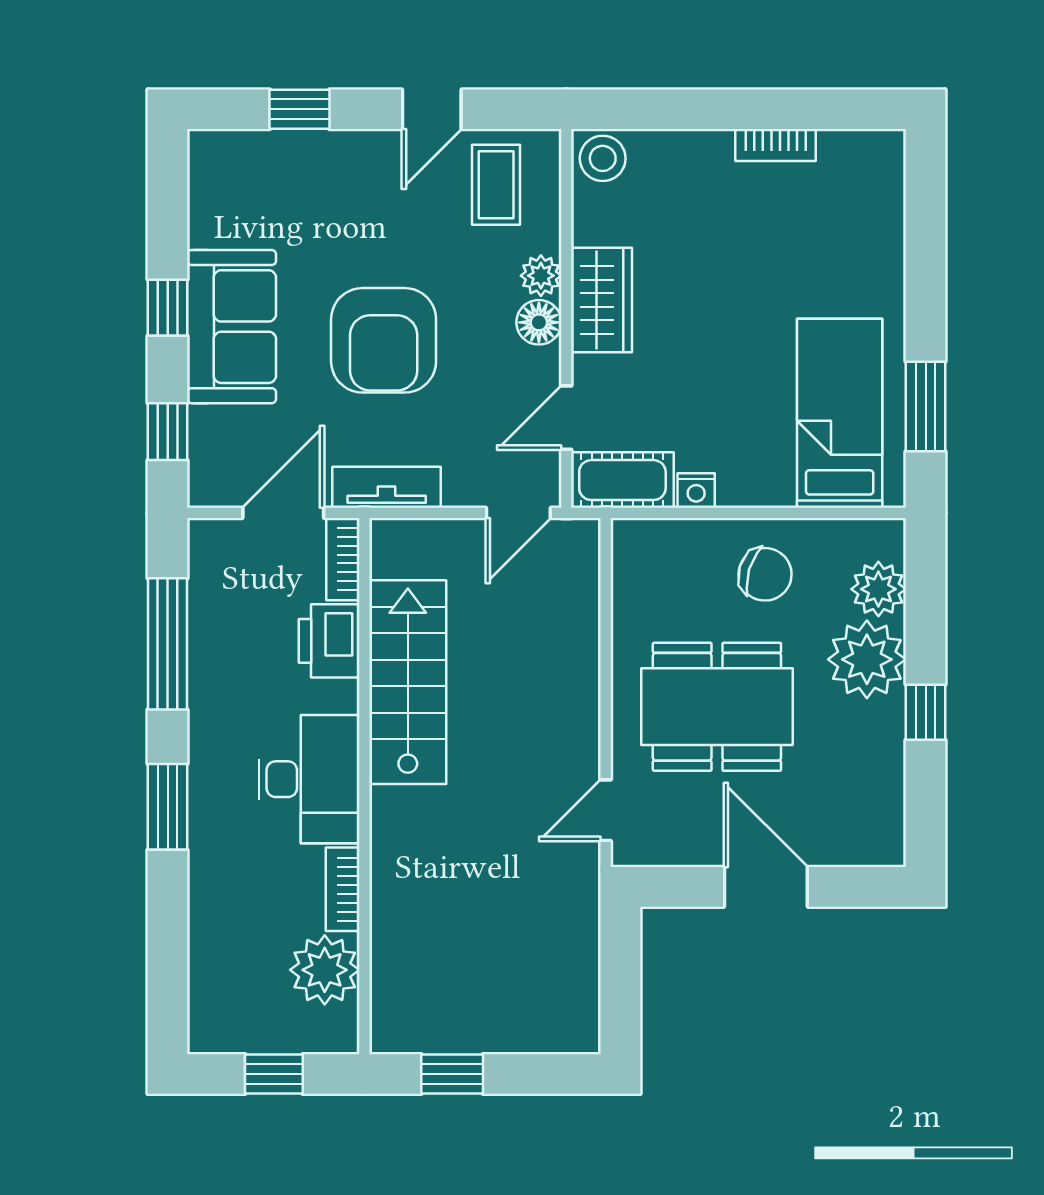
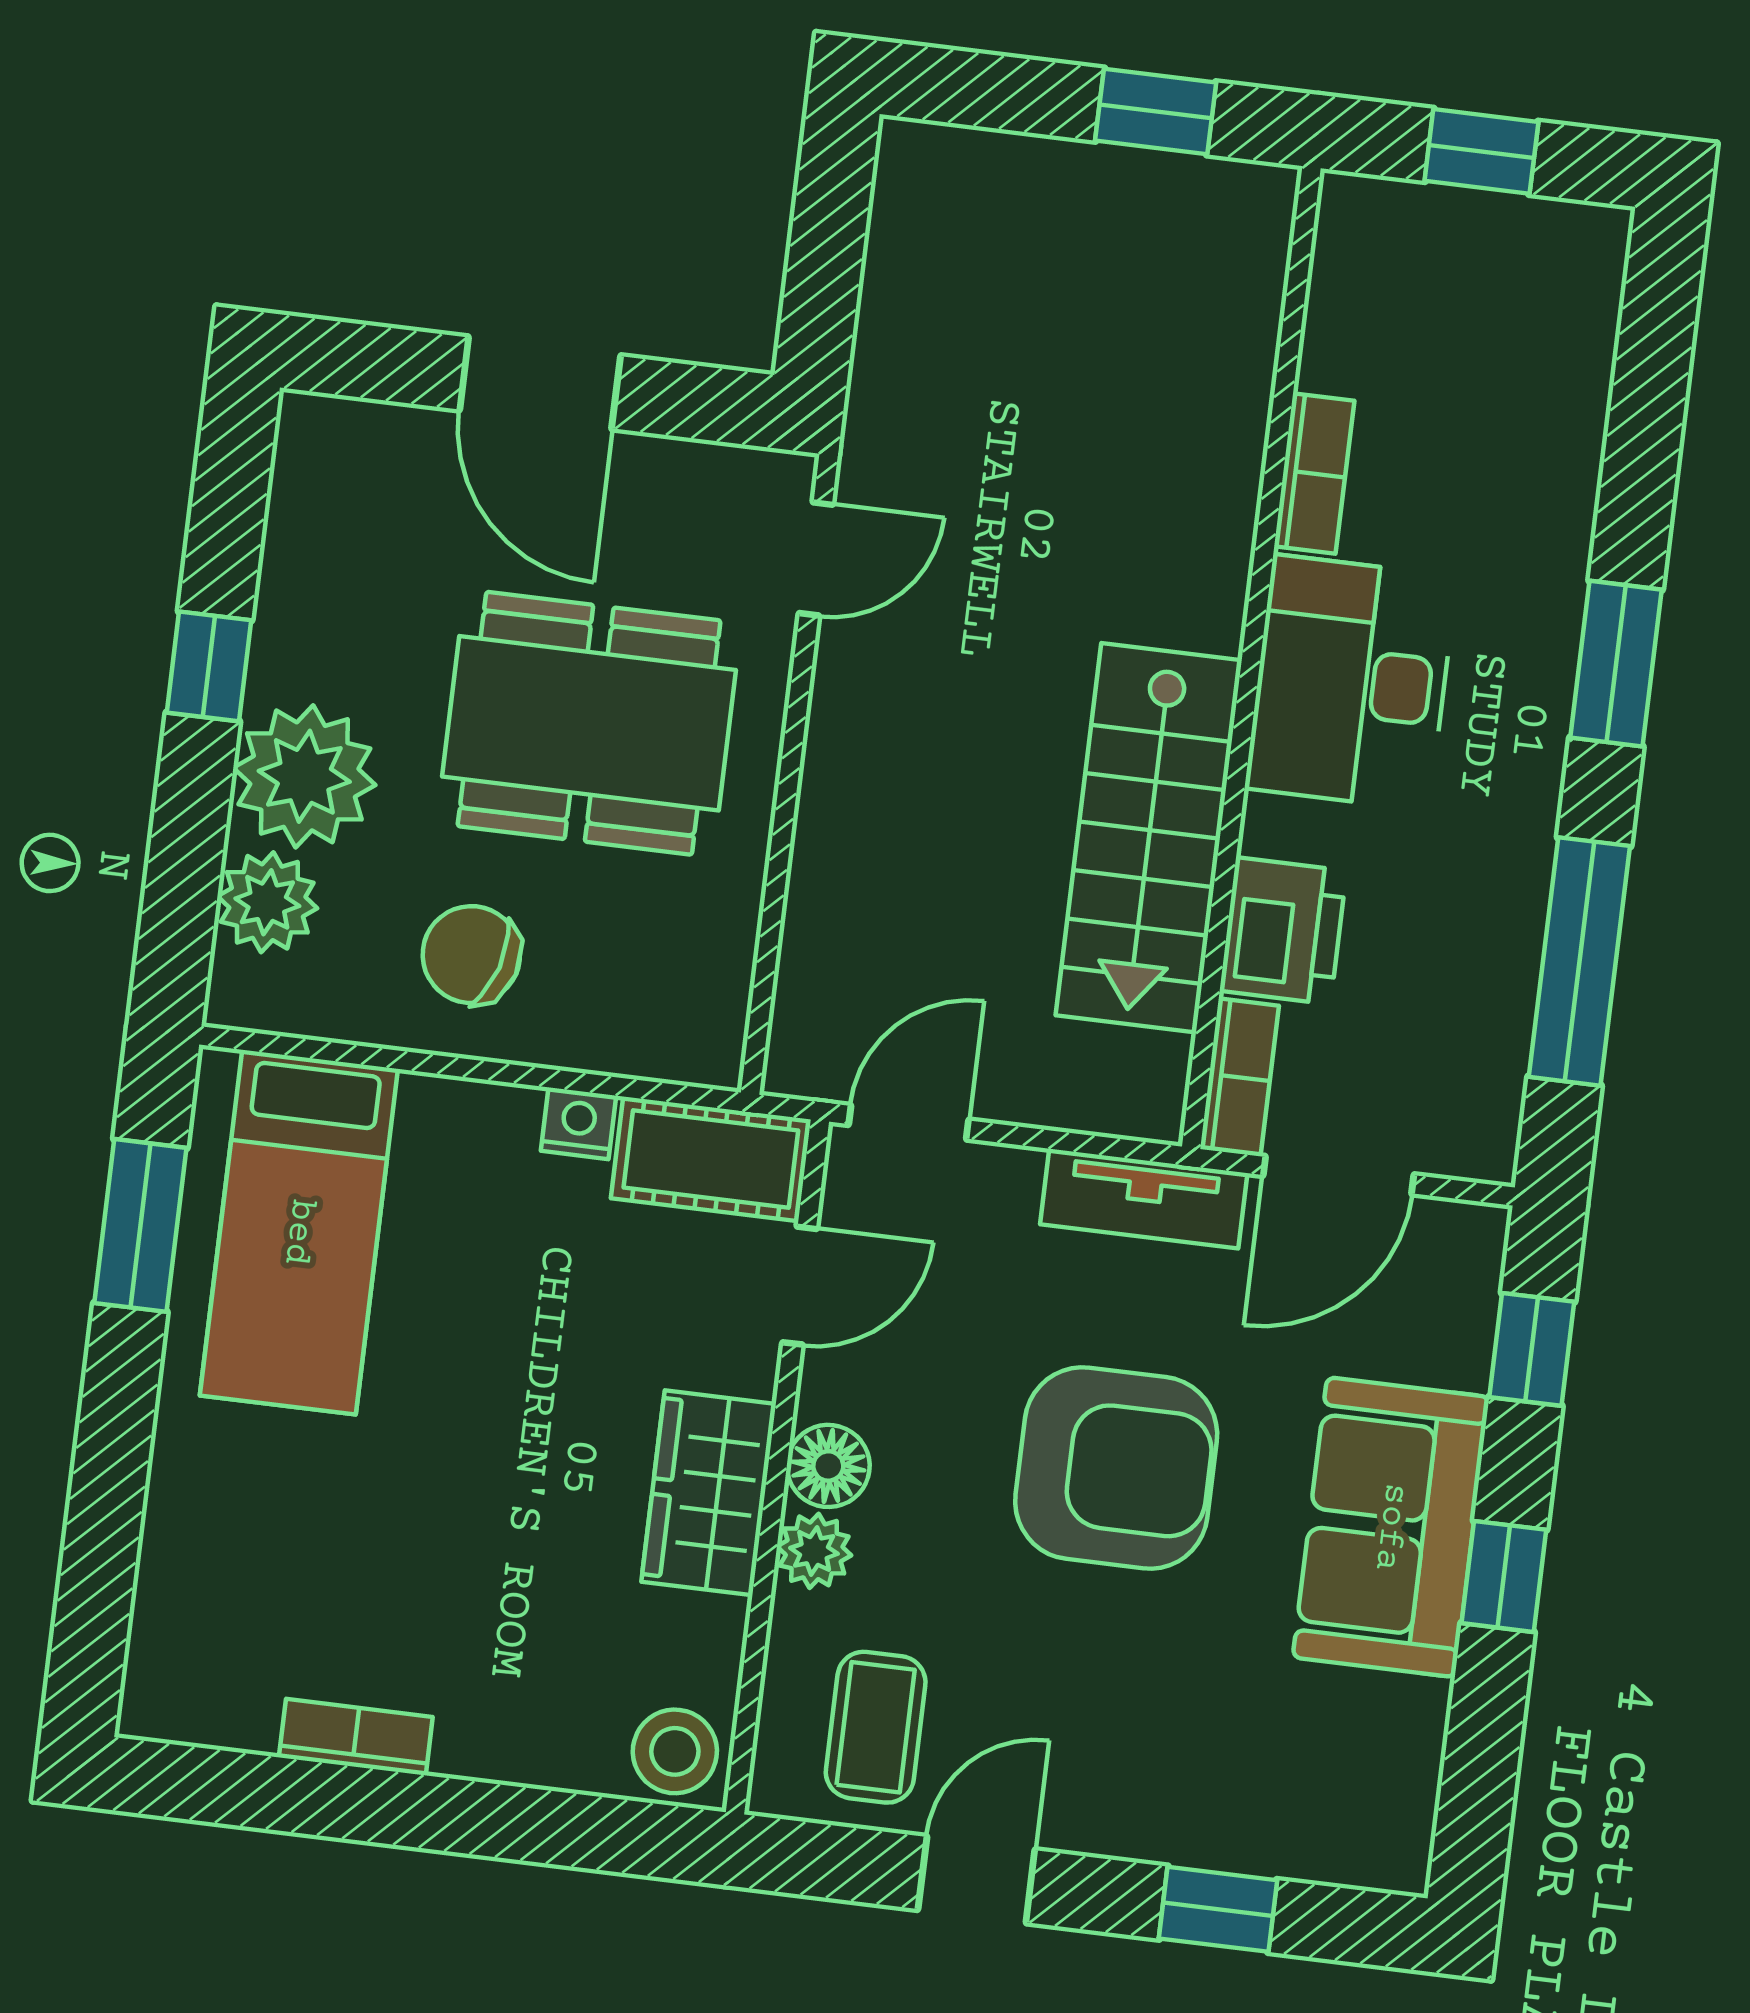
armchair: (384, 340) -> (1116, 1468), turned 90
plant: (325, 970) -> (1365, 330), removed

